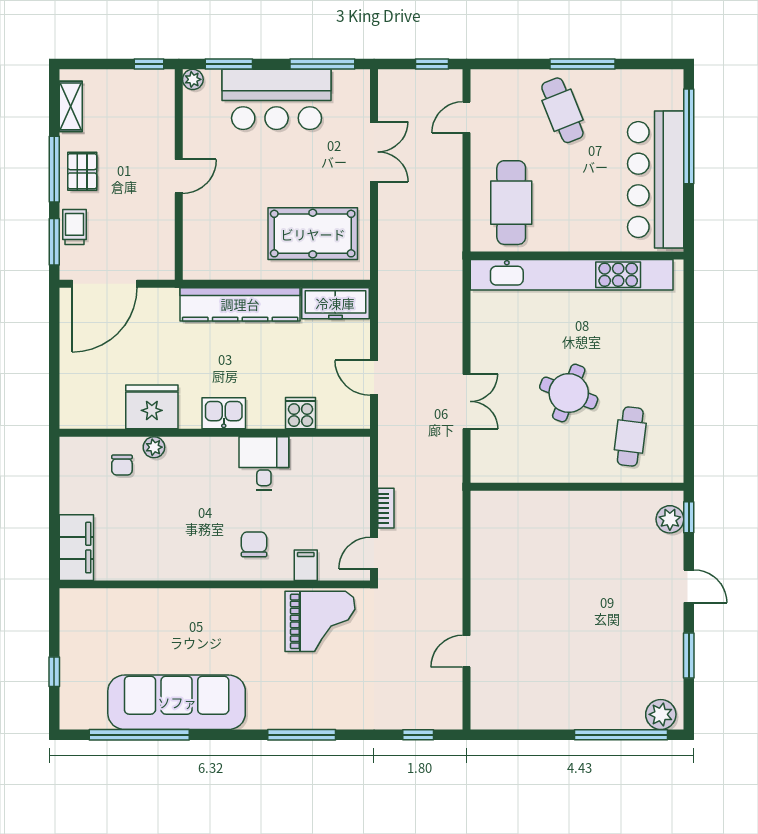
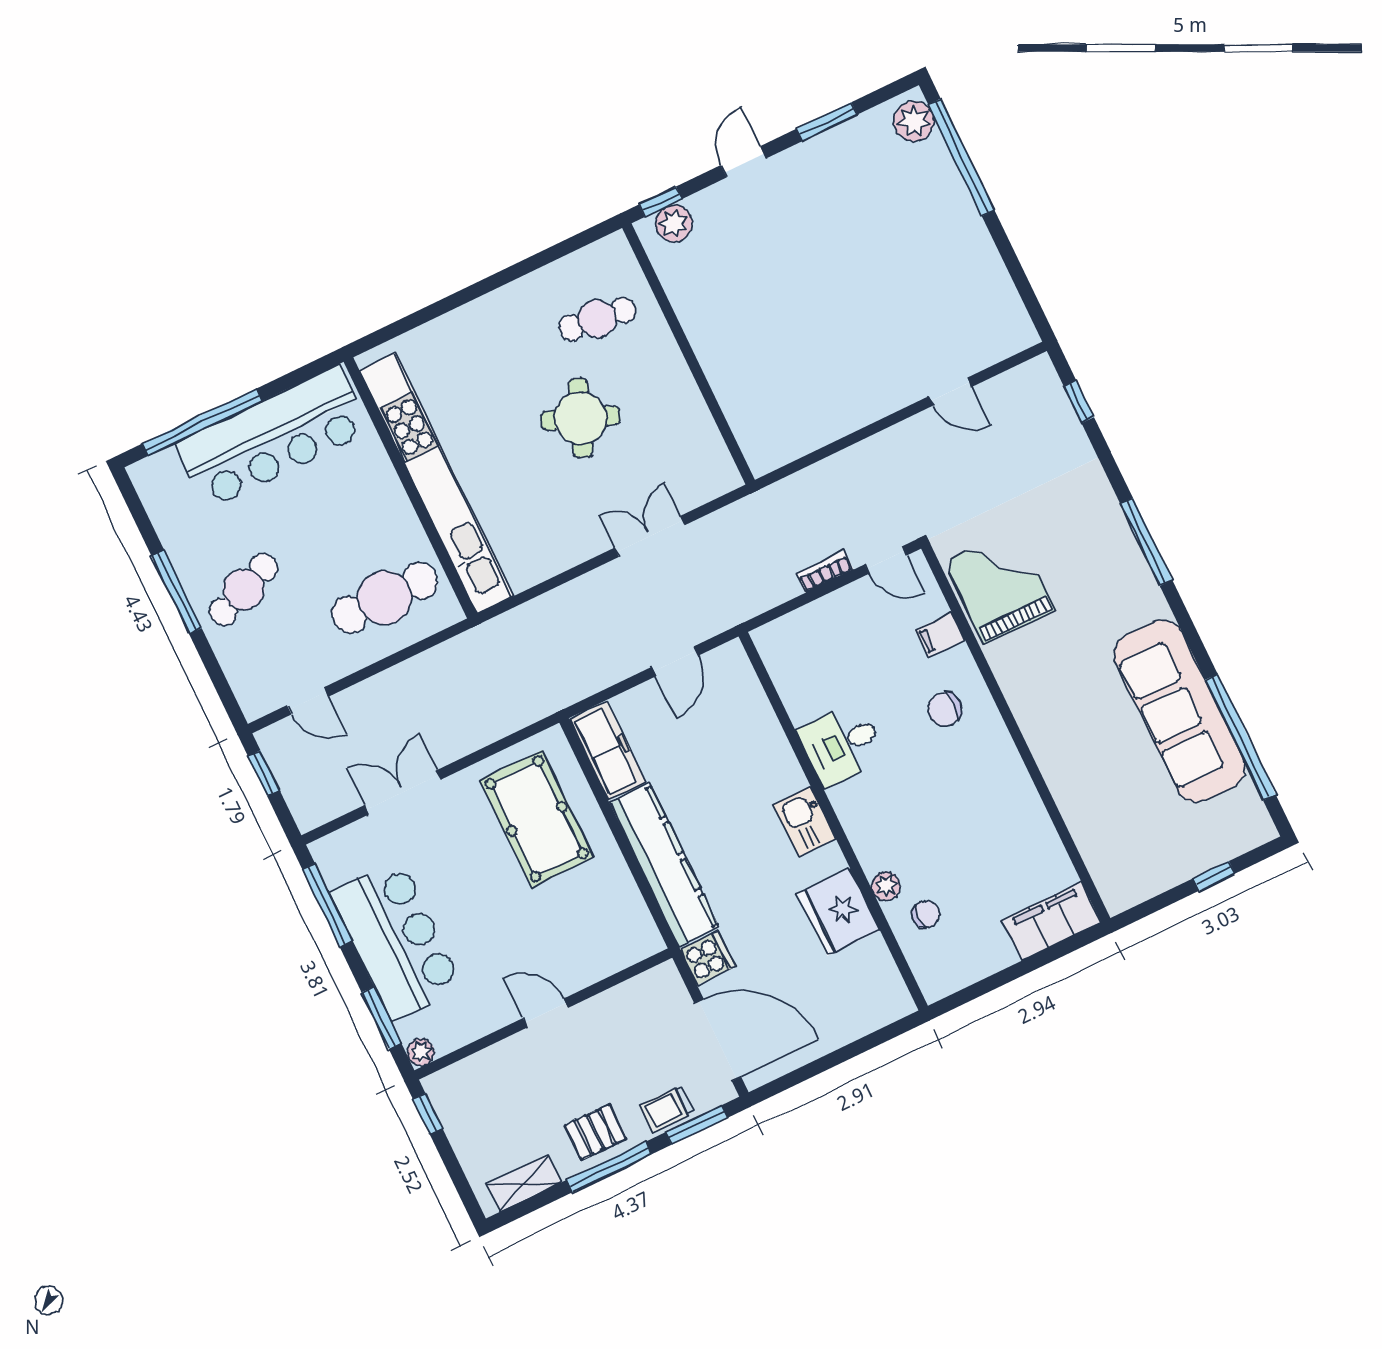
cooker: (300, 413) -> (707, 958), moved, turned 180

